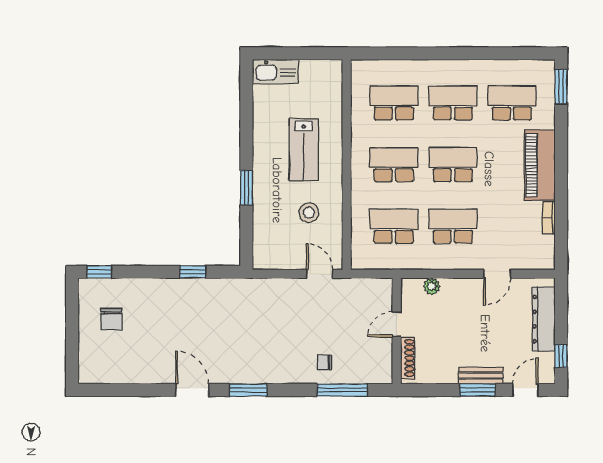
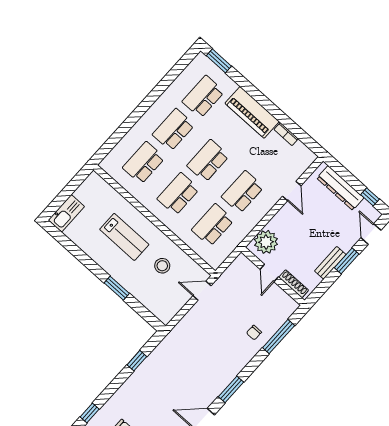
plant: (432, 286) -> (266, 242), width x1.88, depth x1.88
bench: (481, 376) -> (330, 263), moved

